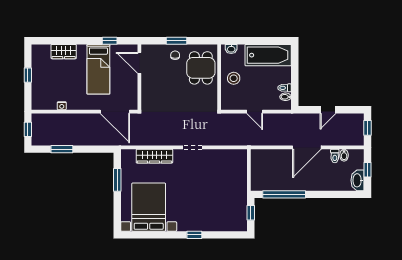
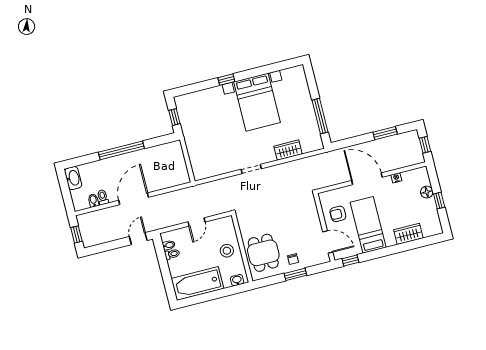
window: (110, 41) -> (350, 260), moved
floor lamp: (37, 86) -> (427, 192), added
armchair: (124, 86) -> (338, 214), added
door: (328, 110) -> (138, 239), moved
door: (115, 112) -> (367, 179), moved
door: (255, 112) -> (197, 222), swing flipped
wardrobe: (154, 156) -> (288, 150), width x0.67
window: (367, 170) -> (66, 192), removed
window: (117, 180) -> (320, 116), width x1.44
window: (284, 194) -> (121, 150), moved
bed with nightstands: (149, 207) -> (257, 102), moved

